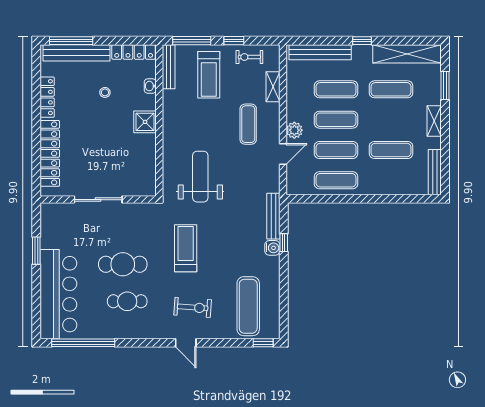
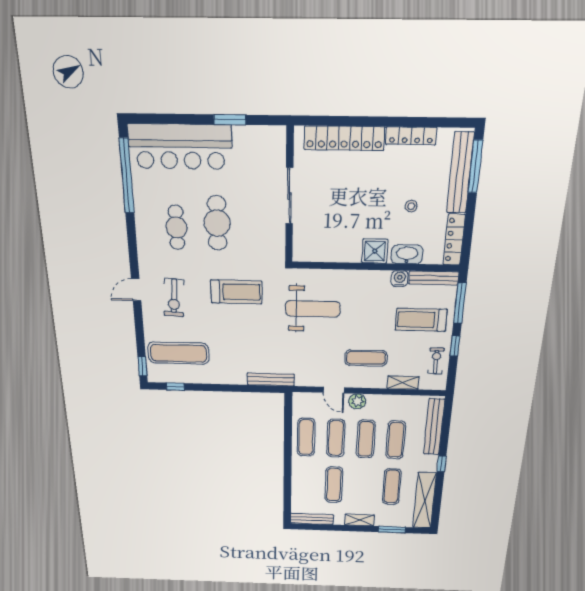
washbasin: (150, 86) -> (407, 254), width x1.91, depth x1.45
window: (284, 243) -> (175, 387), moved
water cooler: (272, 248) -> (400, 279), moved, turned 180

